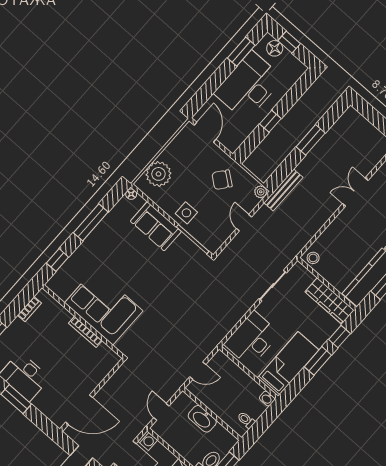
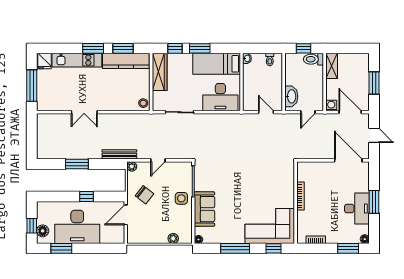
door: (205, 132) -> (126, 215), moved
plant: (158, 174) -> (173, 238), width x0.53, depth x0.53
corner sofa: (104, 307) -> (270, 226), moved, turned 90
washbasin: (202, 419) -> (291, 96), moved

